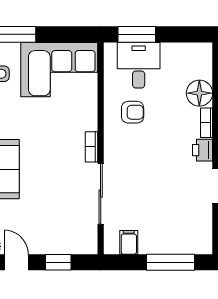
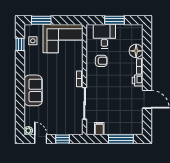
window: (137, 34) -> (115, 20), moved

